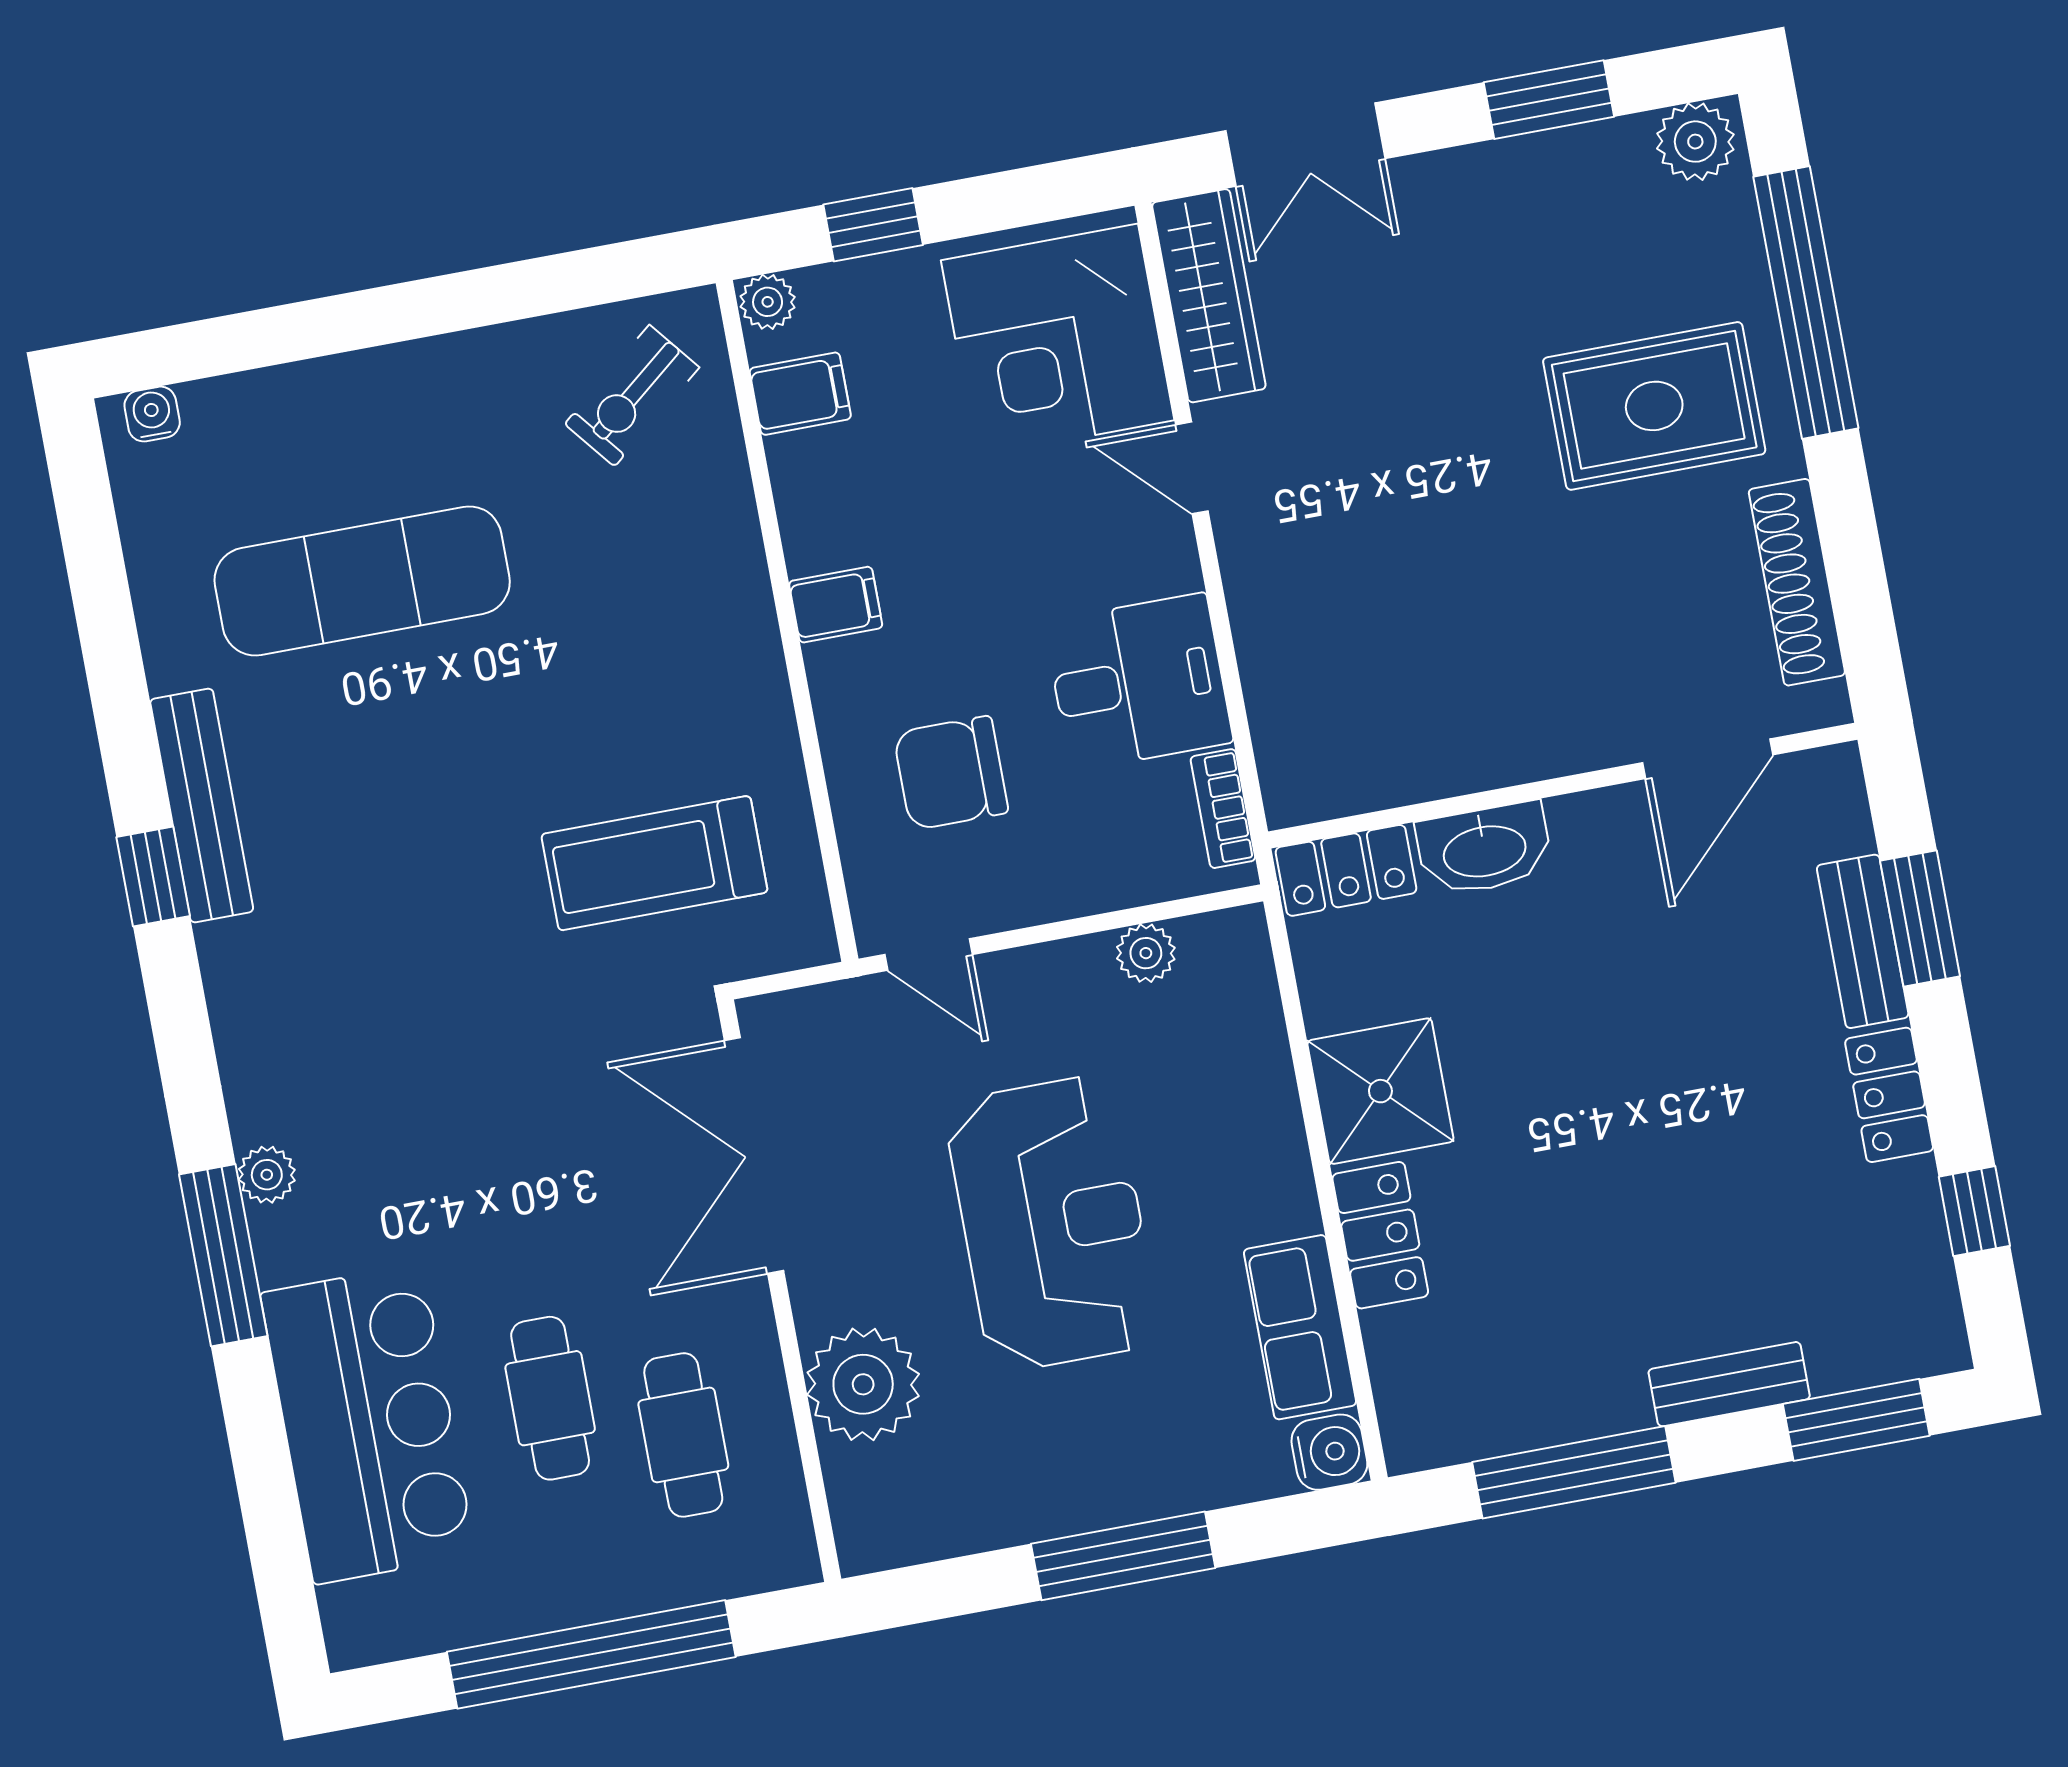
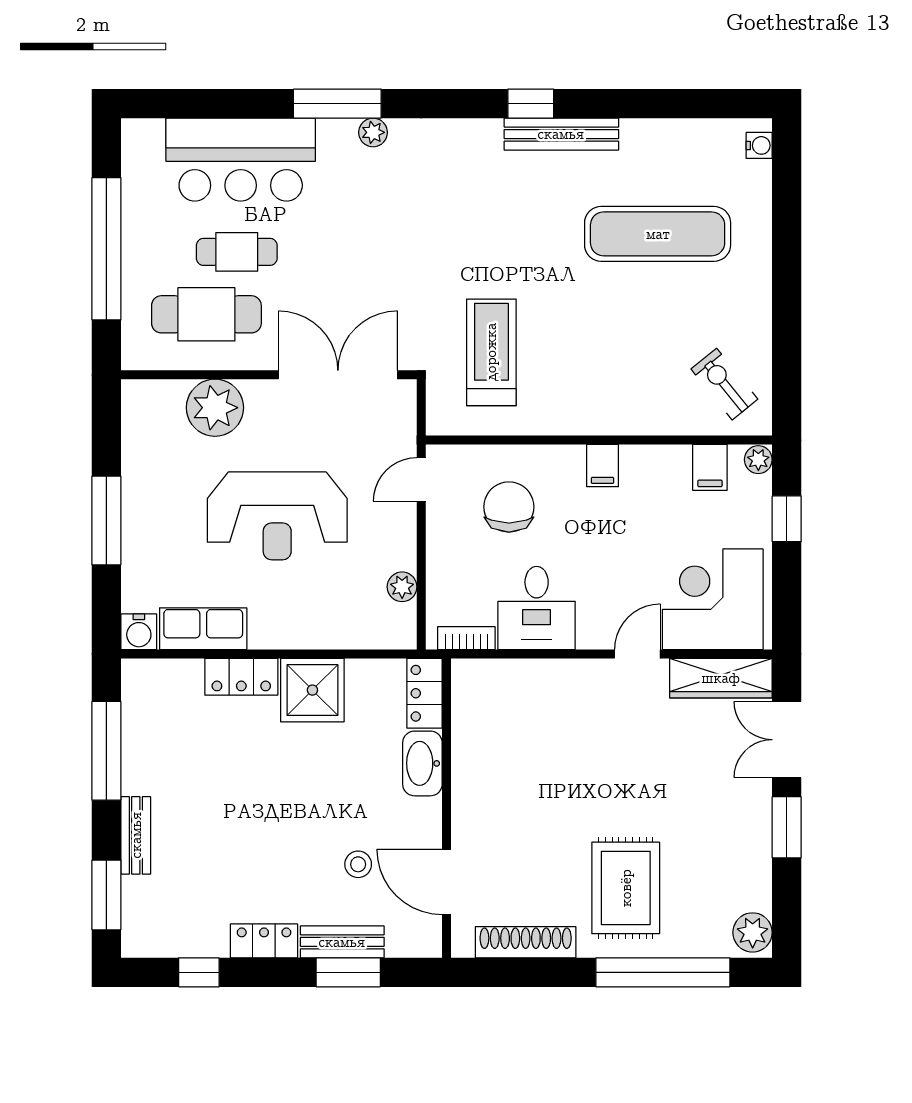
window: (1549, 100) -> (787, 827), moved
exercise mat: (362, 581) -> (658, 234), turned 90
stool: (1705, 938) -> (358, 864), added
cafe table: (683, 1435) -> (206, 314), width x1.37, depth x1.35

